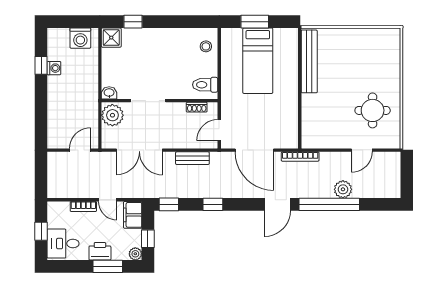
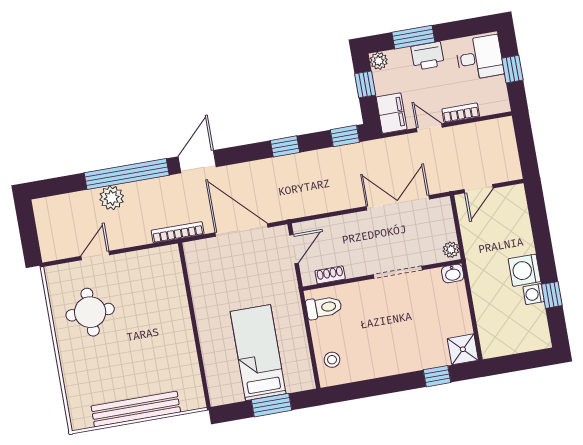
washing machine: (80, 38) -> (524, 270), moved, turned -90
bench: (309, 61) -> (136, 409), moved, turned 90
plant: (112, 115) -> (451, 250), width x0.53, depth x0.53
bench: (192, 158) -> (324, 205), removed

